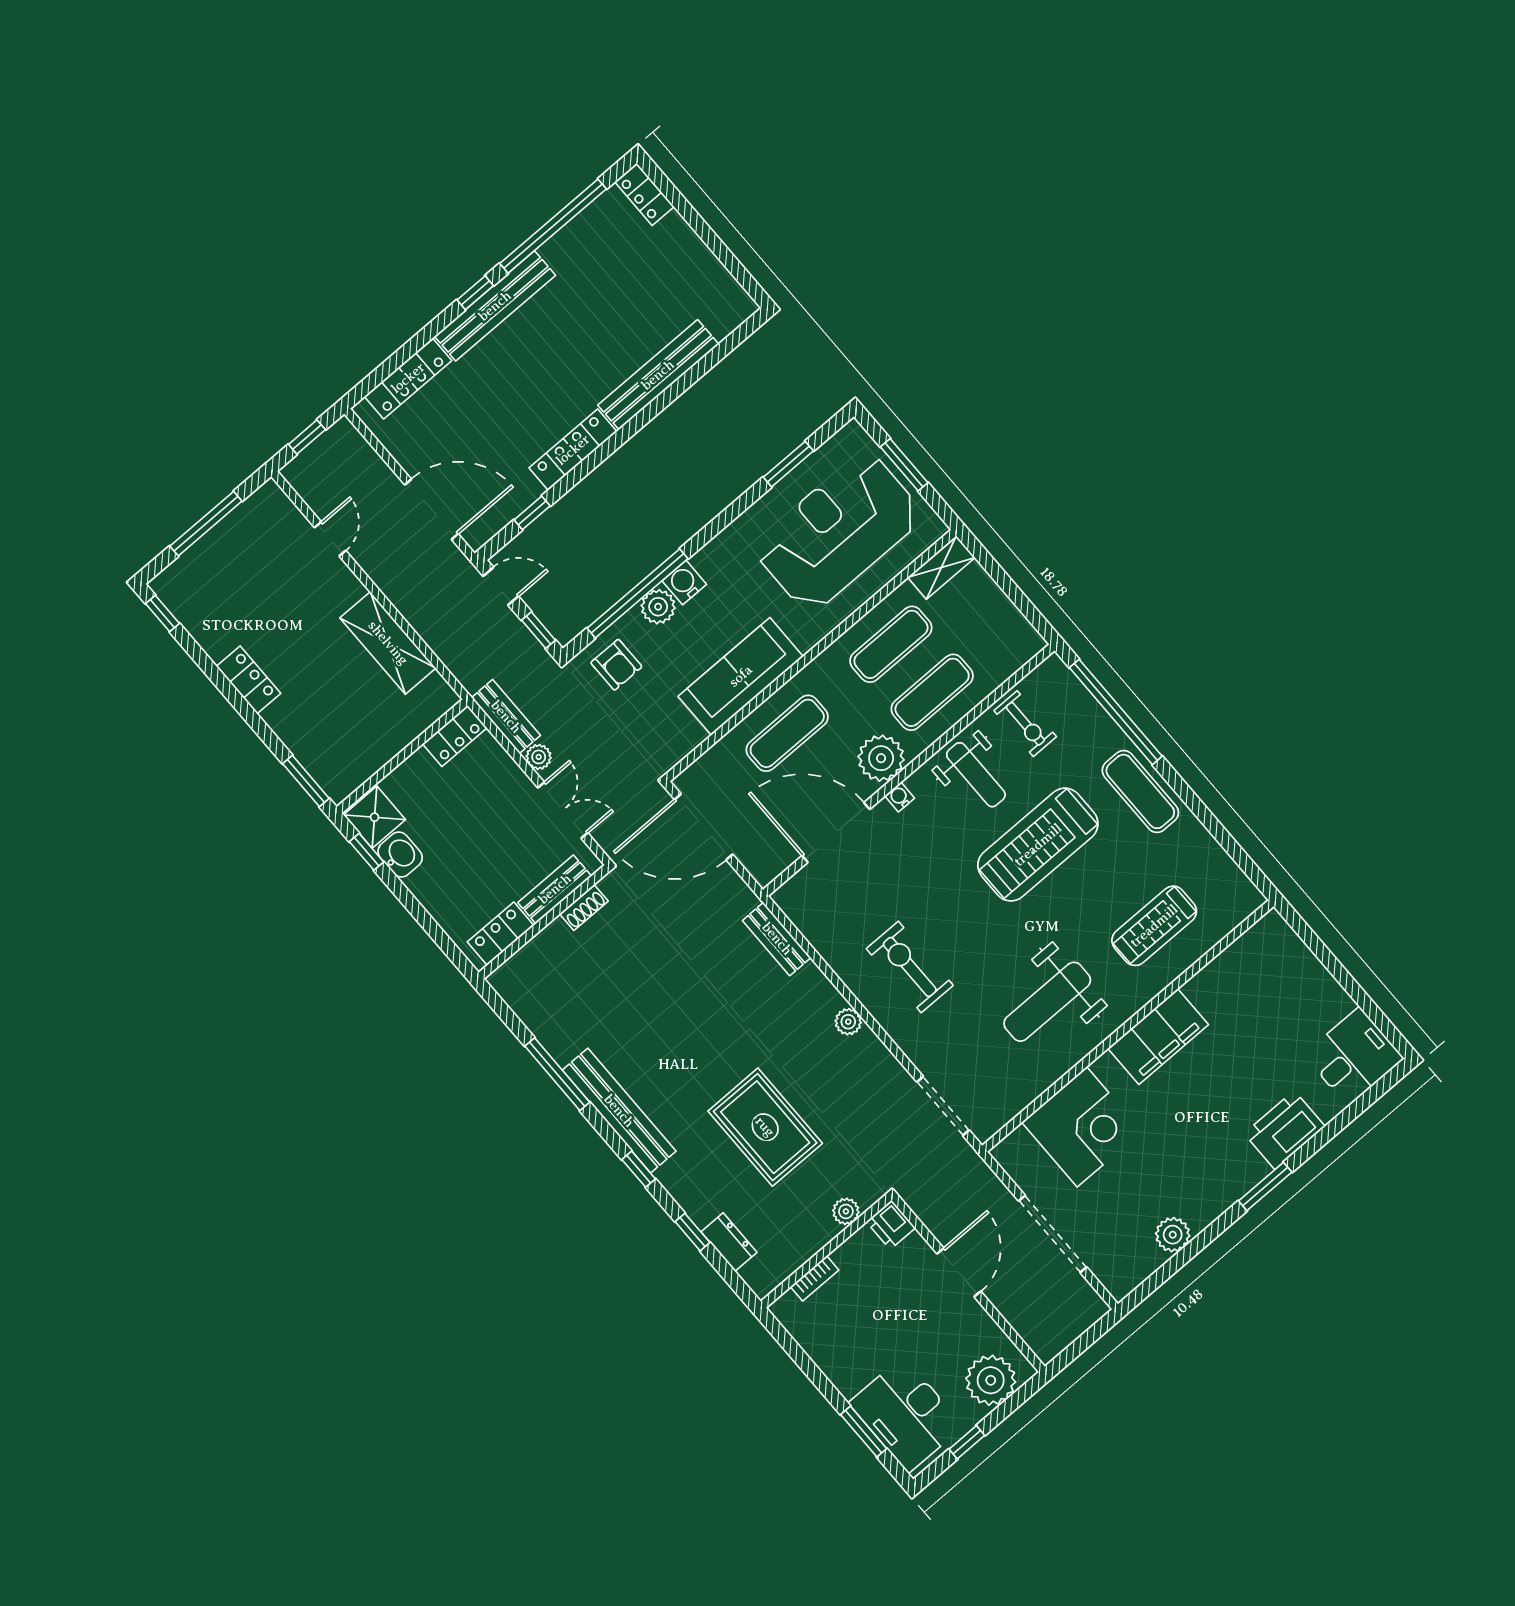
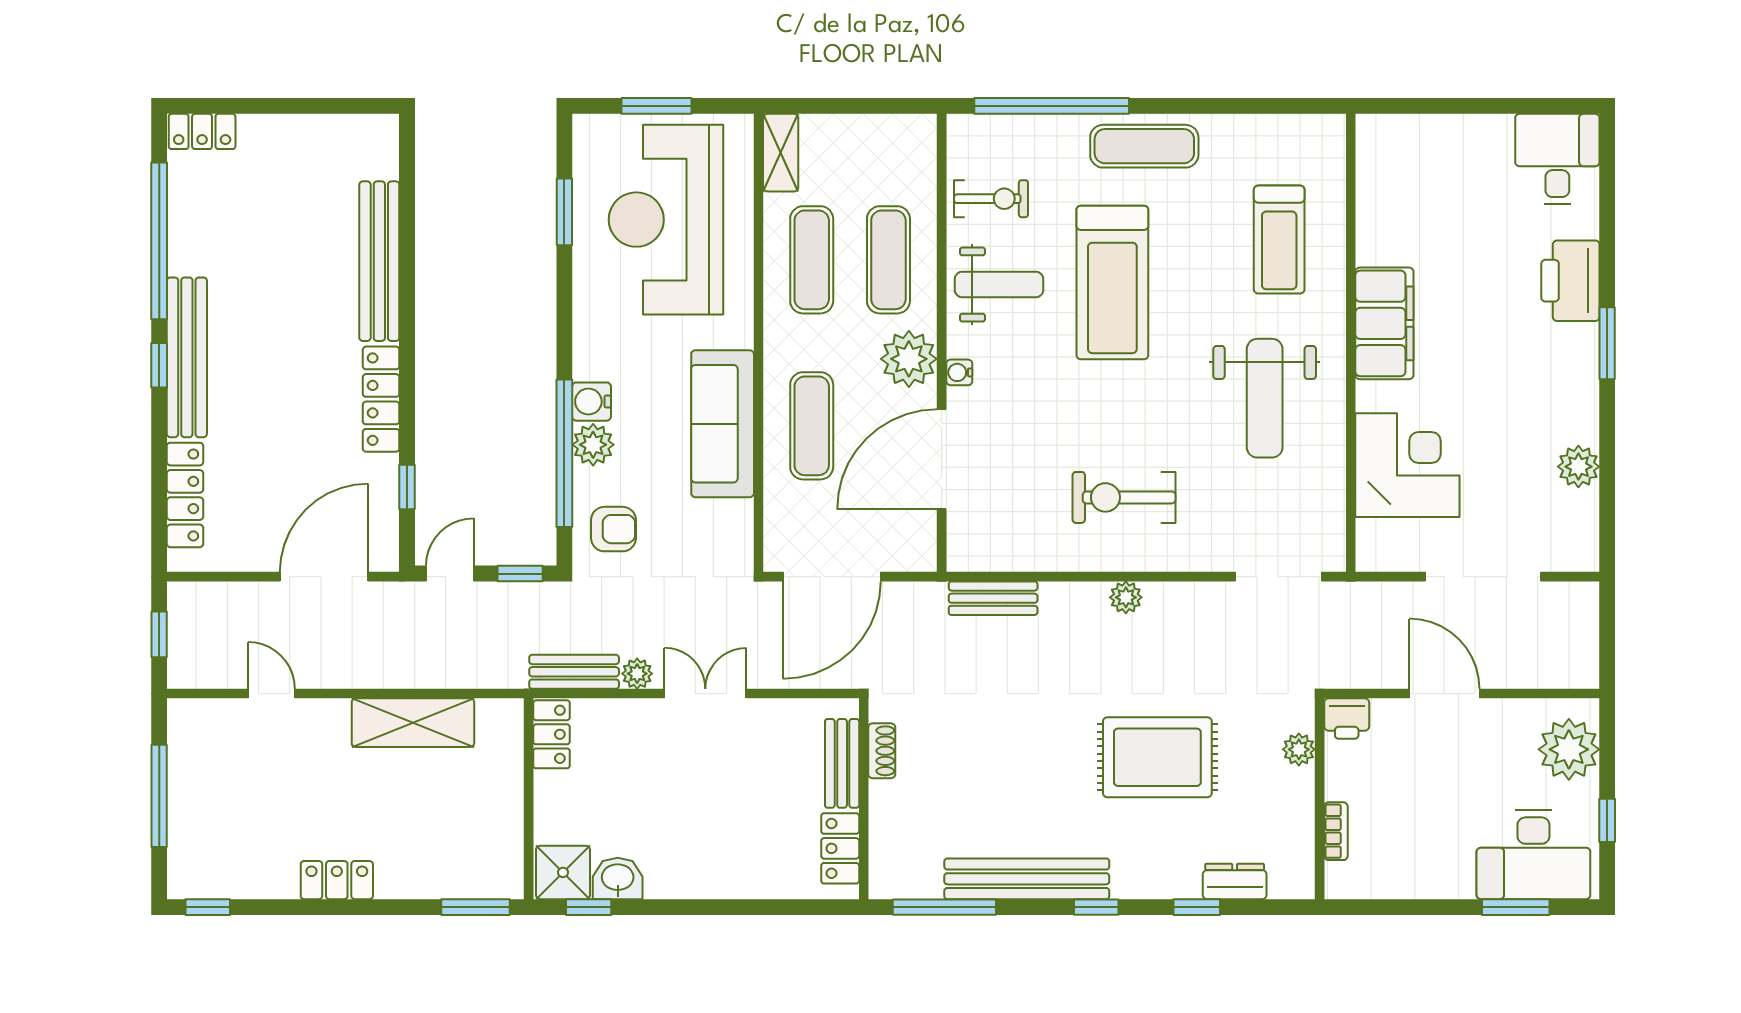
bench: (555, 889) -> (842, 763), moved
shoe rack: (584, 907) -> (882, 751), moved
wall: (544, 922) -> (864, 799), moved
locker: (501, 934) -> (840, 848), moved

